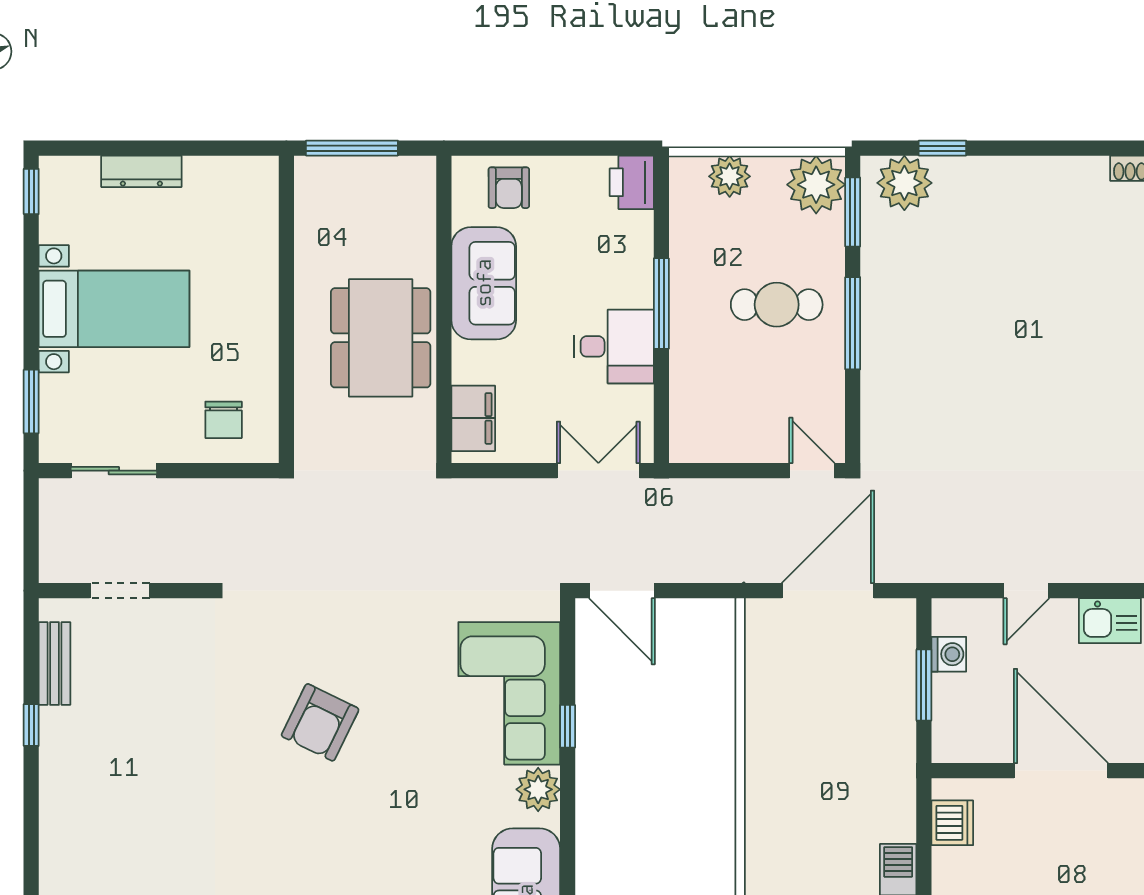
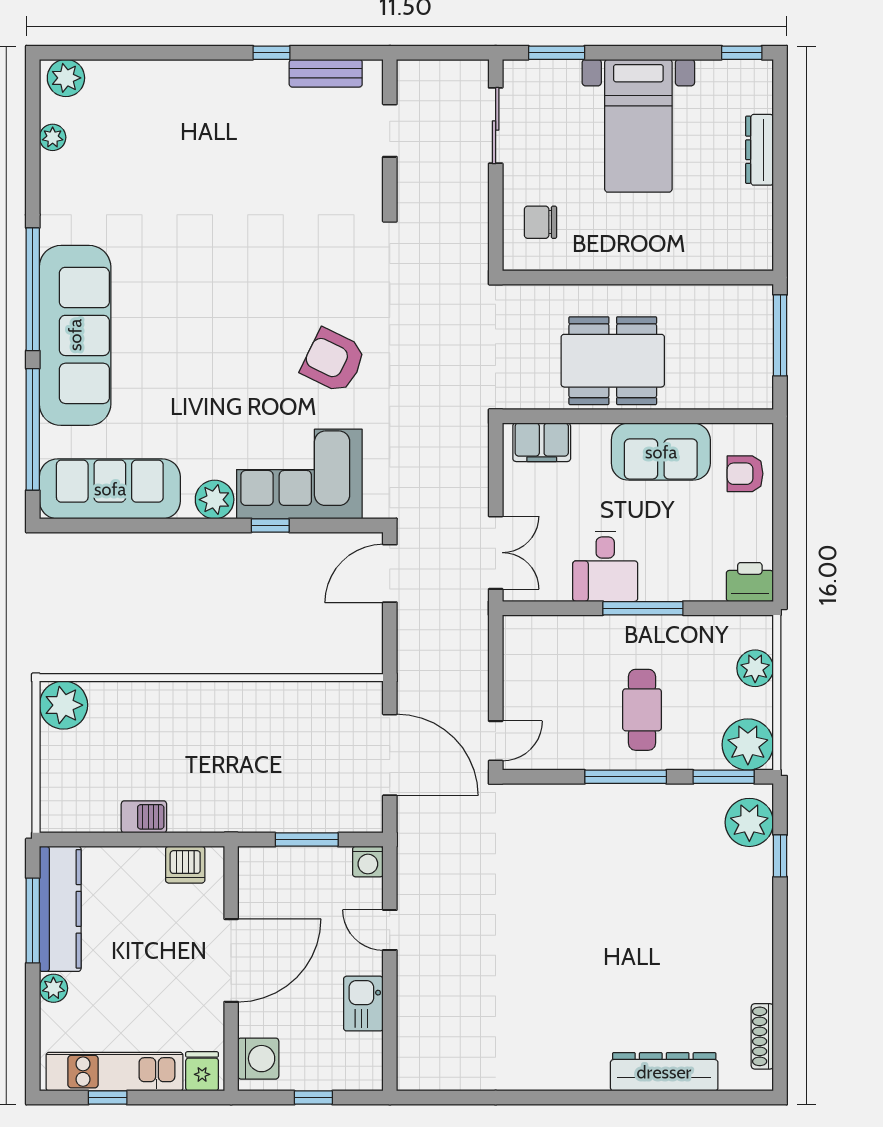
washing machine: (949, 654) -> (368, 862), moved
armchair: (320, 722) -> (333, 361), moved

